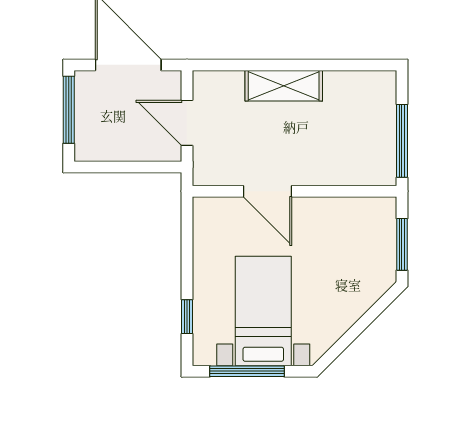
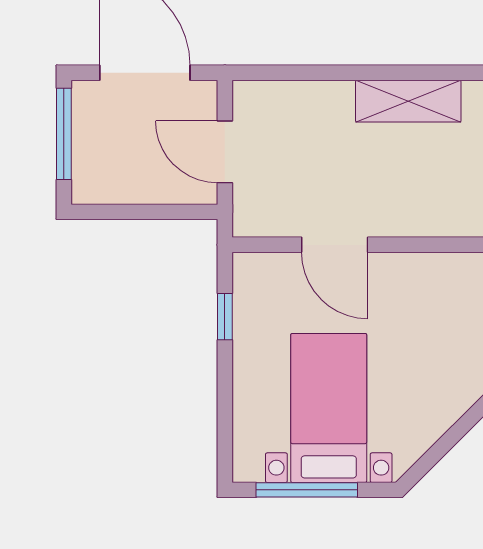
shelving: (284, 86) -> (408, 101), moved
window: (187, 317) -> (225, 317), moved

